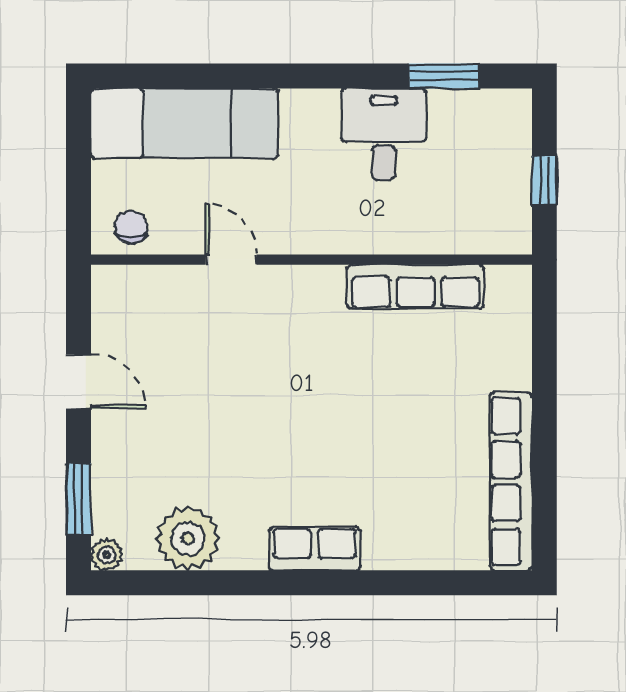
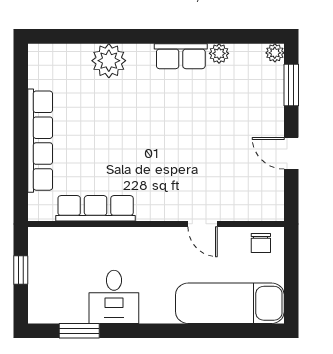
row of seats: (511, 481) -> (40, 141), moved
plant: (188, 538) -> (219, 53), width x0.53, depth x0.53
plant: (393, 541) -> (109, 61), added
row of seats: (314, 549) -> (181, 56), moved

